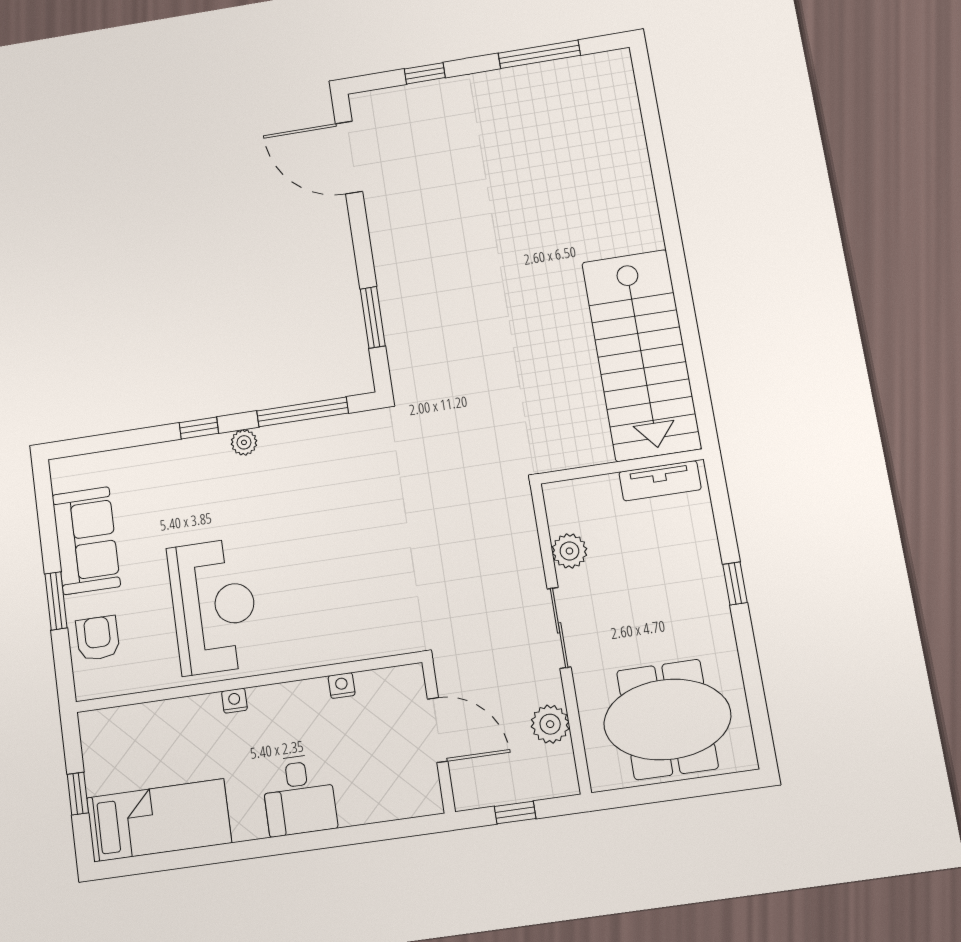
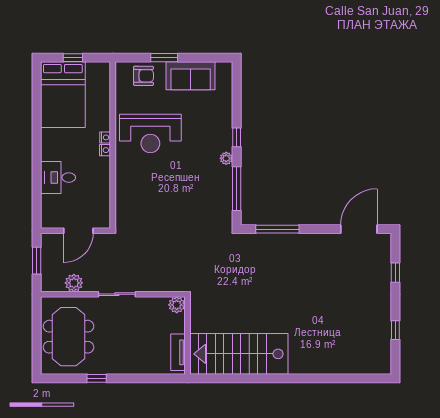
window: (539, 54) -> (395, 330), width x0.46
window: (373, 317) -> (277, 229), width x1.44
plant: (569, 551) -> (177, 305), moved
window: (735, 583) -> (97, 378), moved
nightstand: (342, 686) -> (105, 150), moved
desk: (299, 795) -> (58, 178), moved
window: (515, 813) -> (37, 261), width x1.50
bed: (159, 820) -> (63, 95), width x1.50

